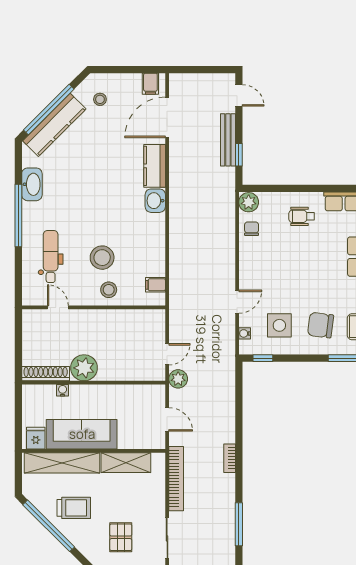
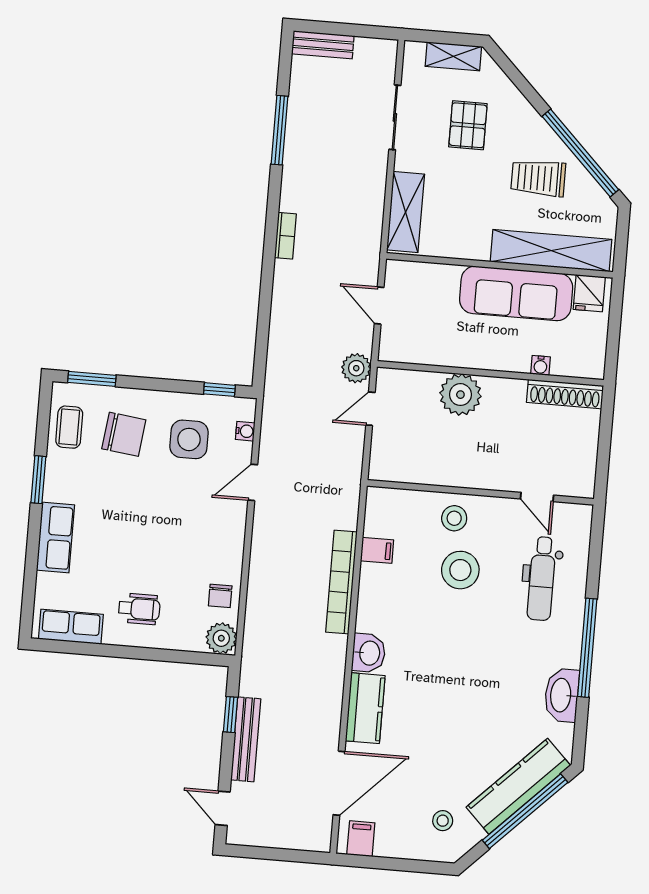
filing cabinet: (155, 285) -> (377, 550), moved
plant: (84, 368) -> (460, 395), moved
shelving: (126, 463) -> (406, 212), moved, turned 90
bookcase: (176, 479) -> (341, 582), moved

